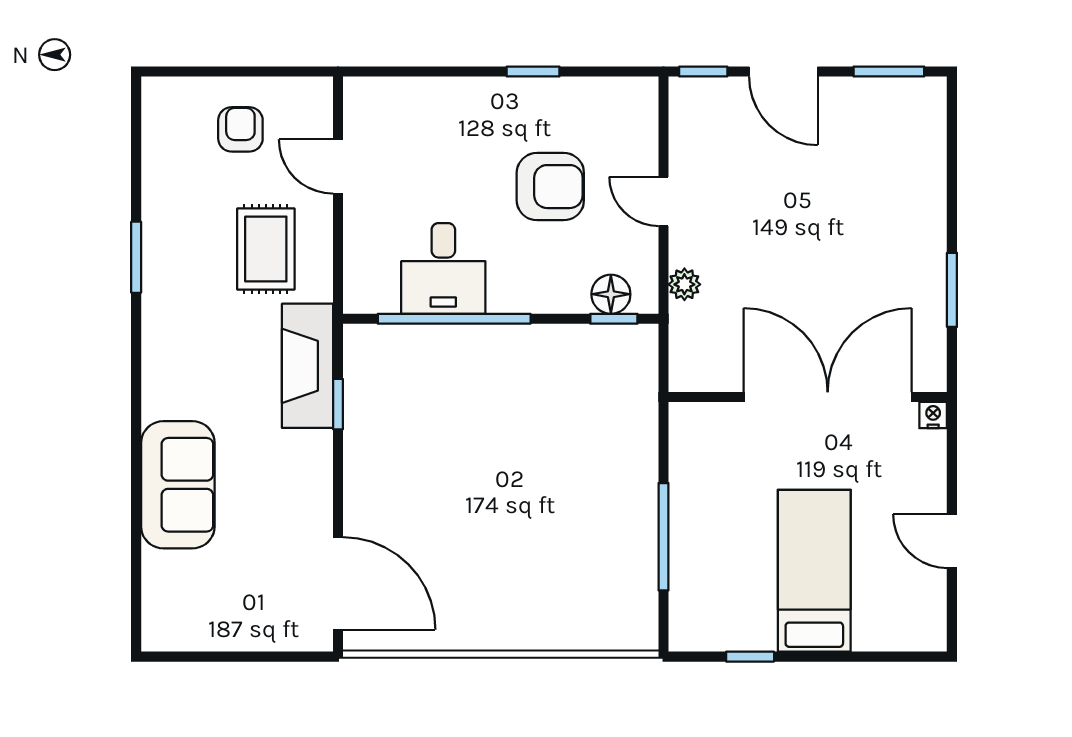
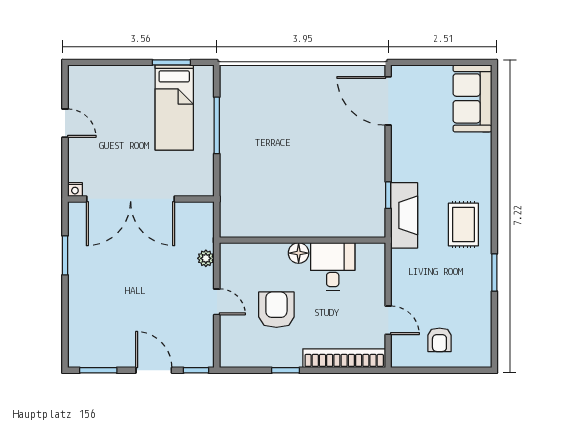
bookcase: (422, 94) -> (344, 358), added
armchair: (550, 187) -> (276, 310), turned 90
rug: (266, 249) -> (463, 224), moved
floor lamp: (611, 294) -> (299, 253), moved
window: (454, 319) -> (327, 240), removed
window: (614, 319) -> (243, 240), removed
sofa: (178, 485) -> (472, 98), moved
bed: (814, 571) -> (174, 108), moved
window: (750, 657) -> (171, 62), width x1.50

